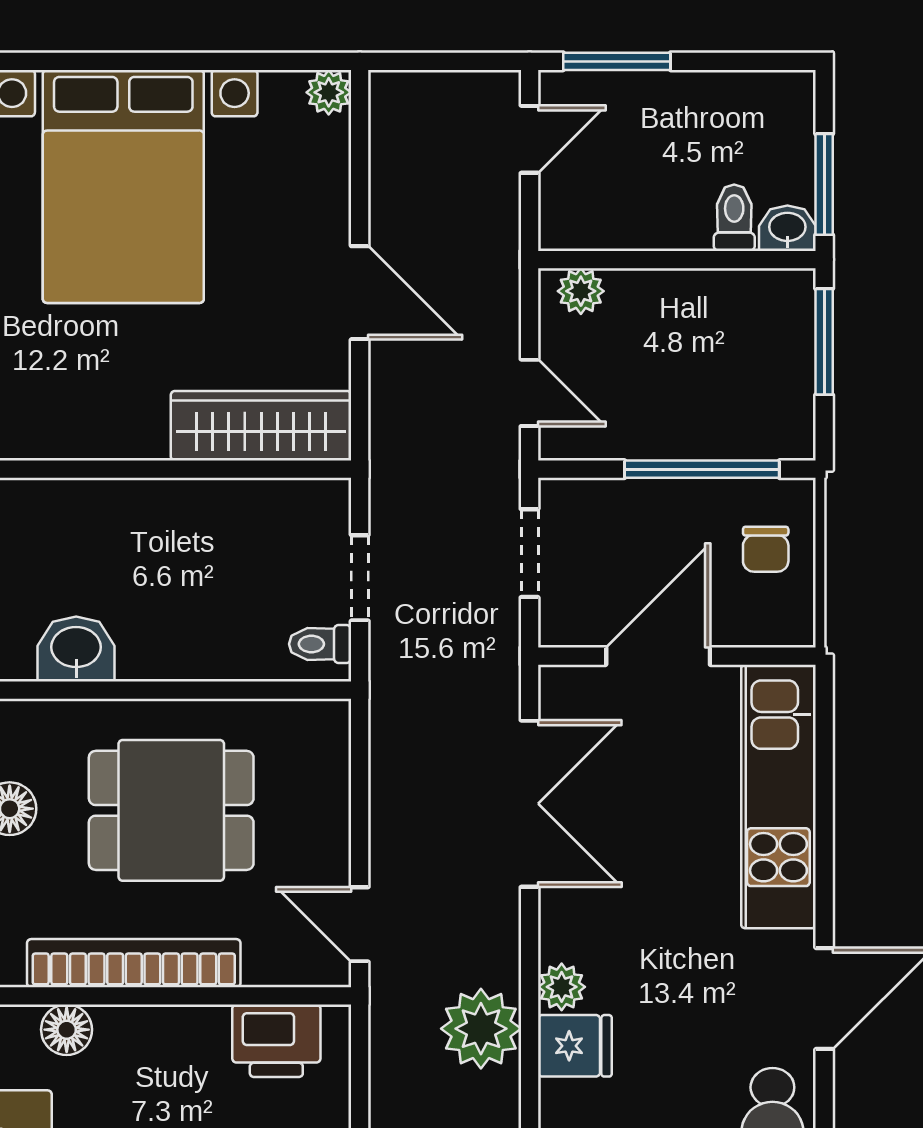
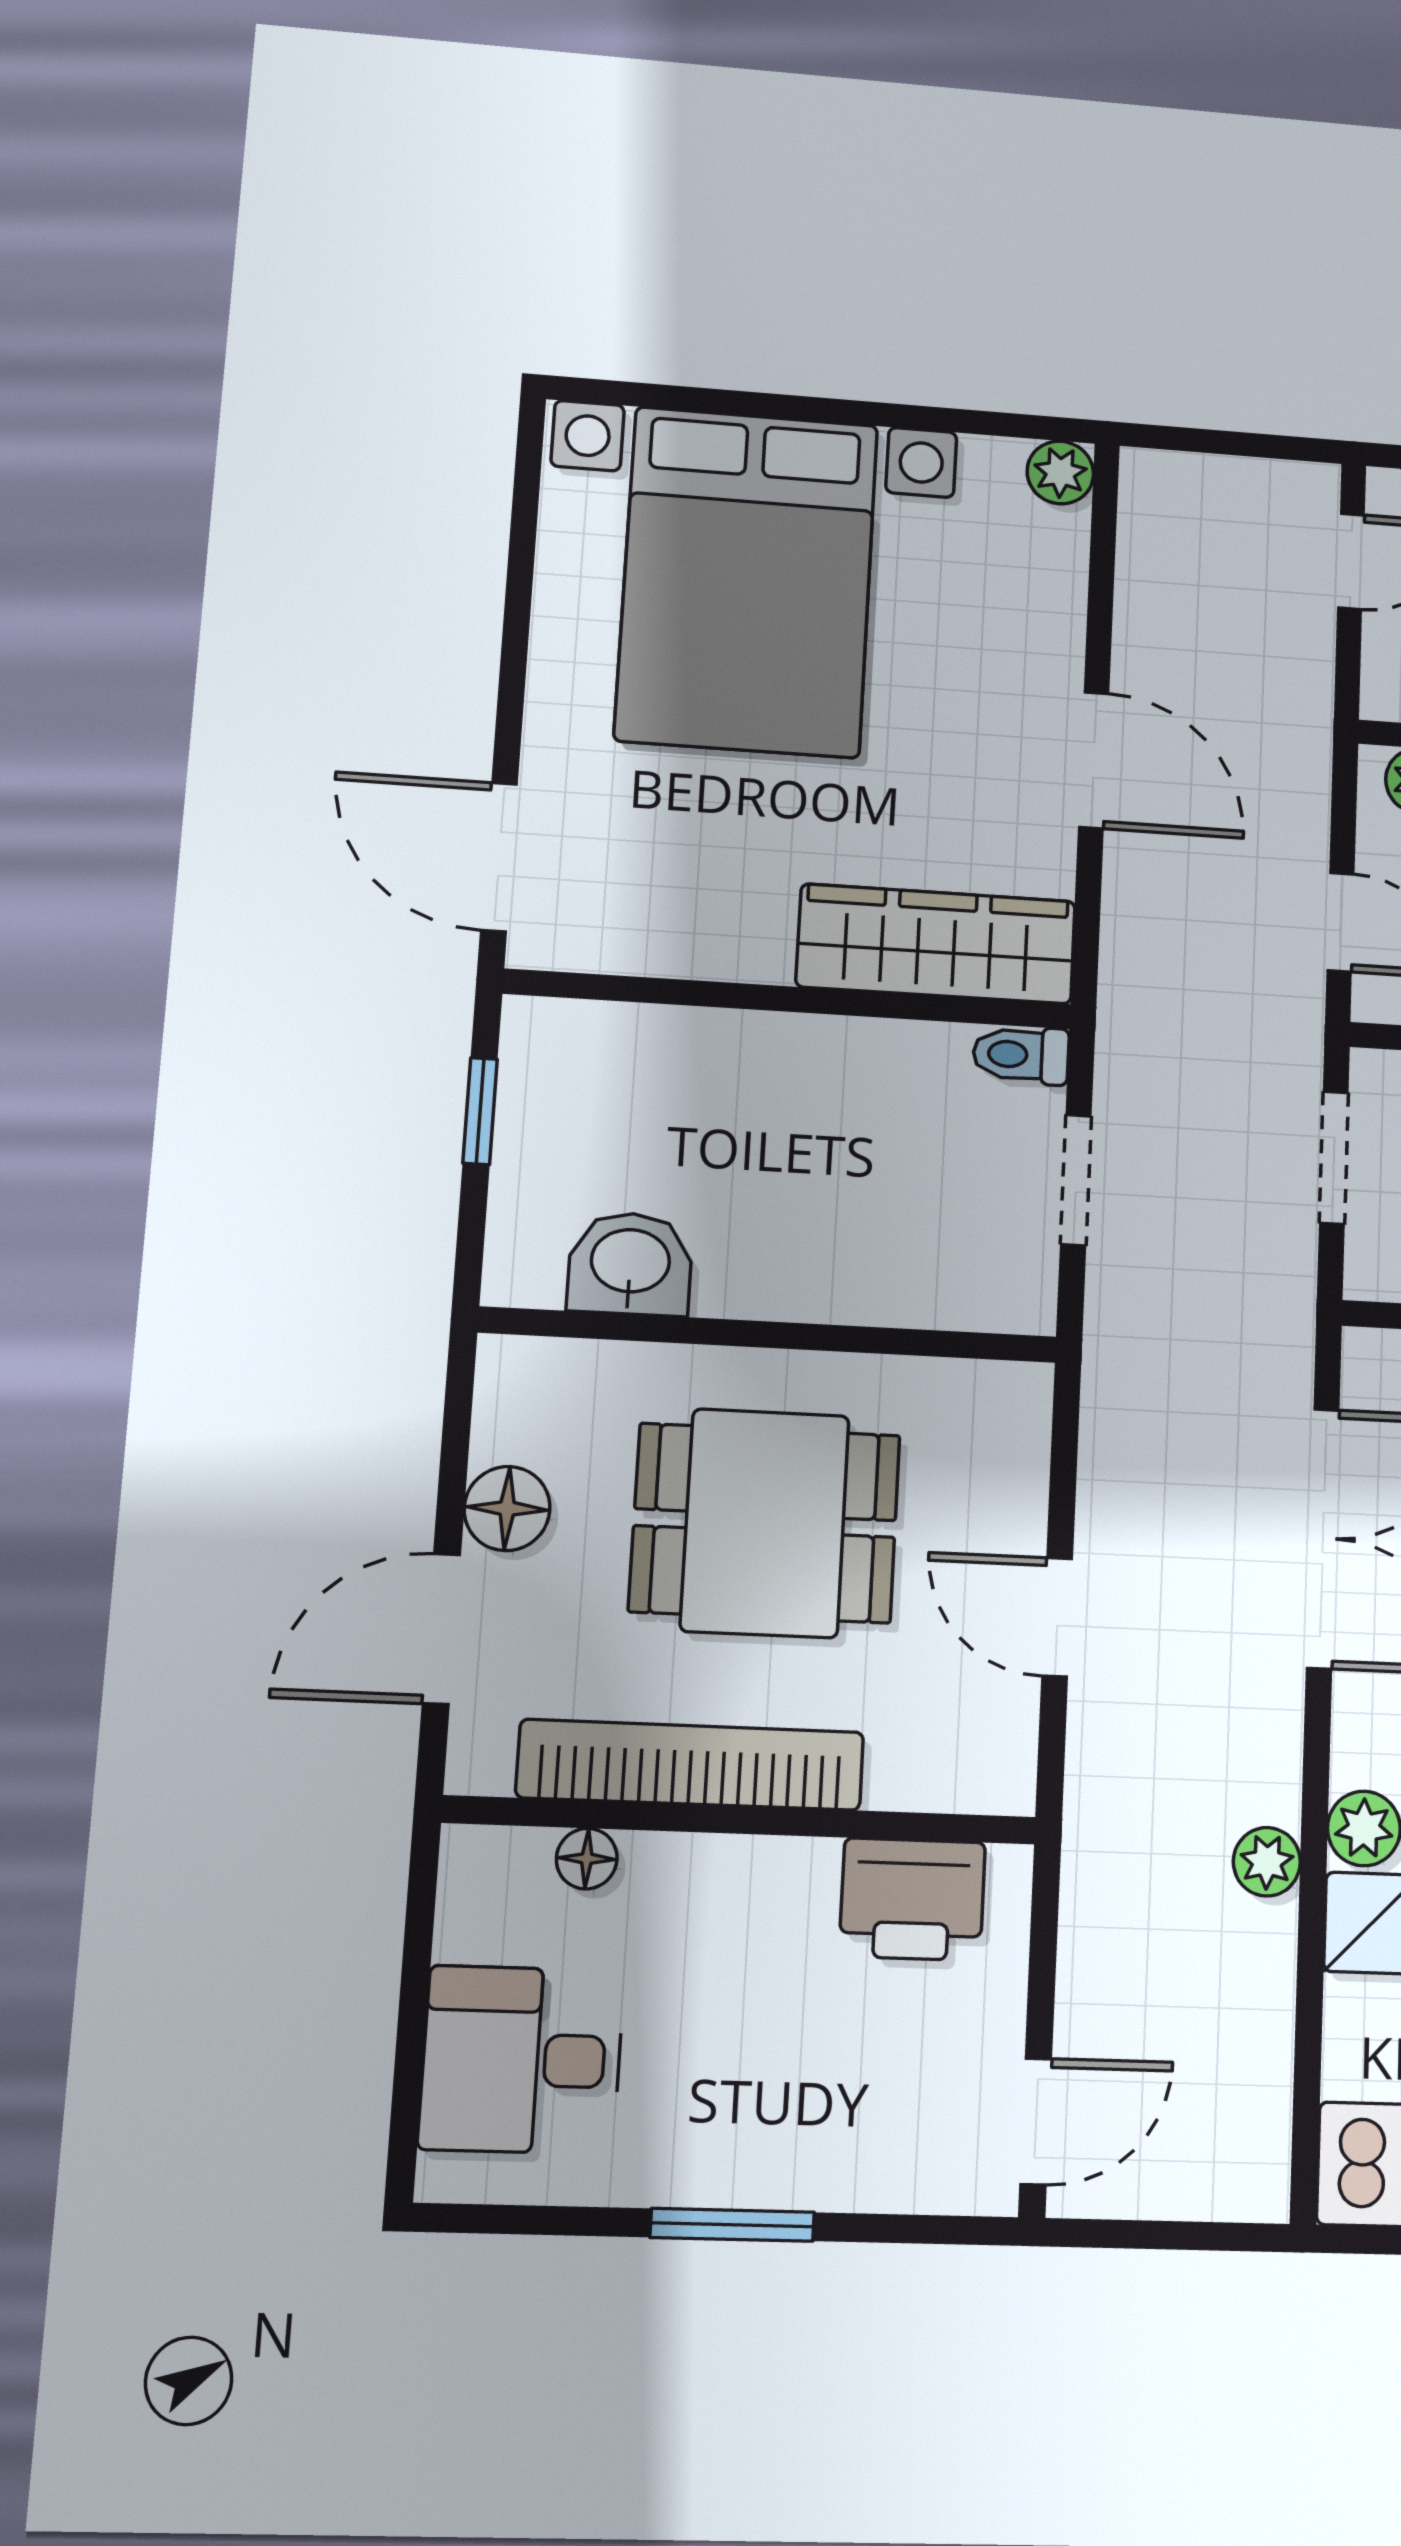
toilet: (320, 644) -> (1021, 1055), moved
door: (360, 924) -> (1057, 1617), moved
plant: (481, 1029) -> (1267, 1862), width x0.53, depth x0.53
floor lamp: (67, 1030) -> (587, 1859), width x0.73, depth x0.73

